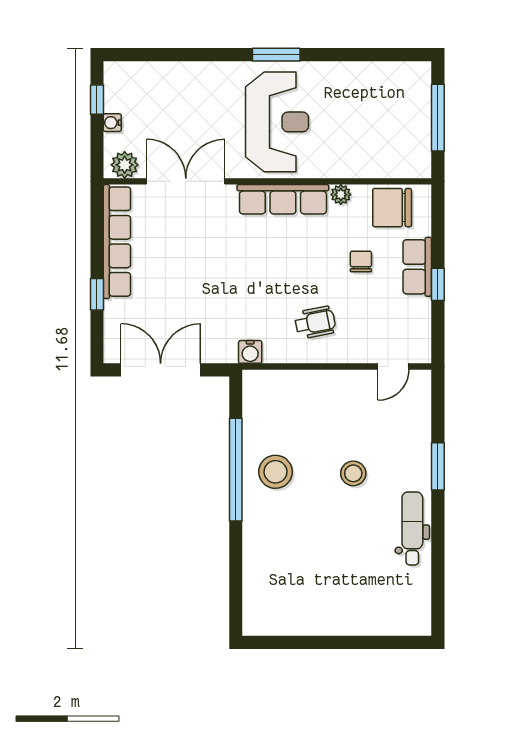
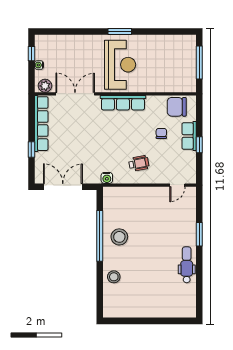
plant: (341, 195) -> (151, 100), removed
stool: (353, 473) -> (114, 277), moved

